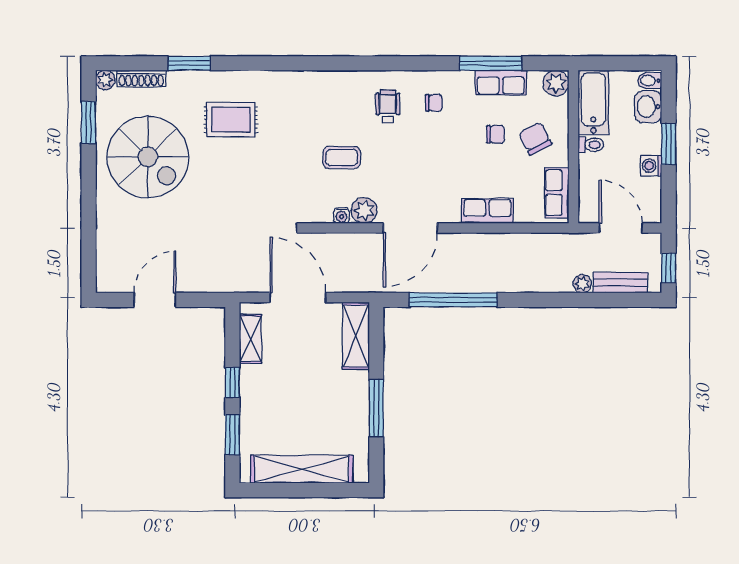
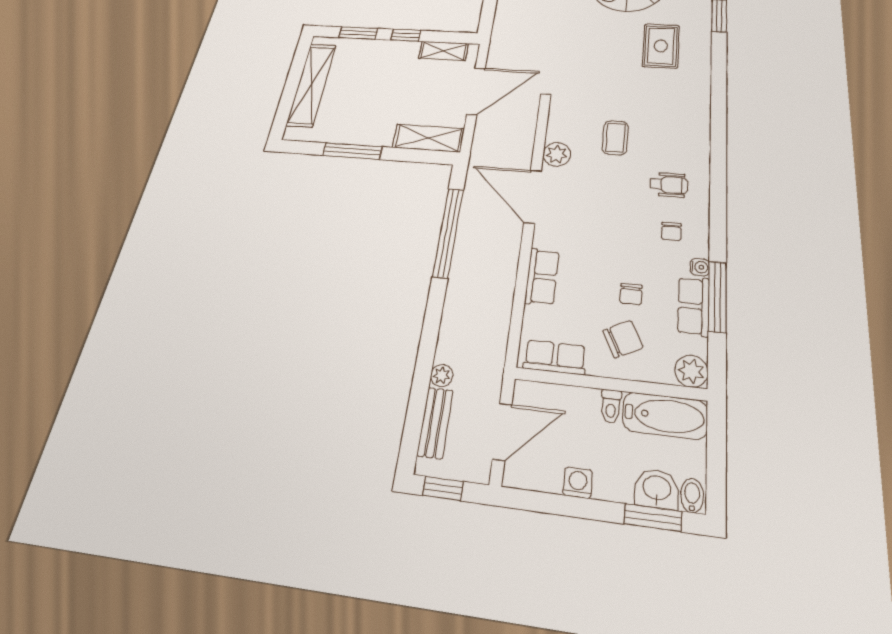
window: (669, 144) -> (653, 518), moved
water cooler: (342, 216) -> (700, 267), moved, turned 180

